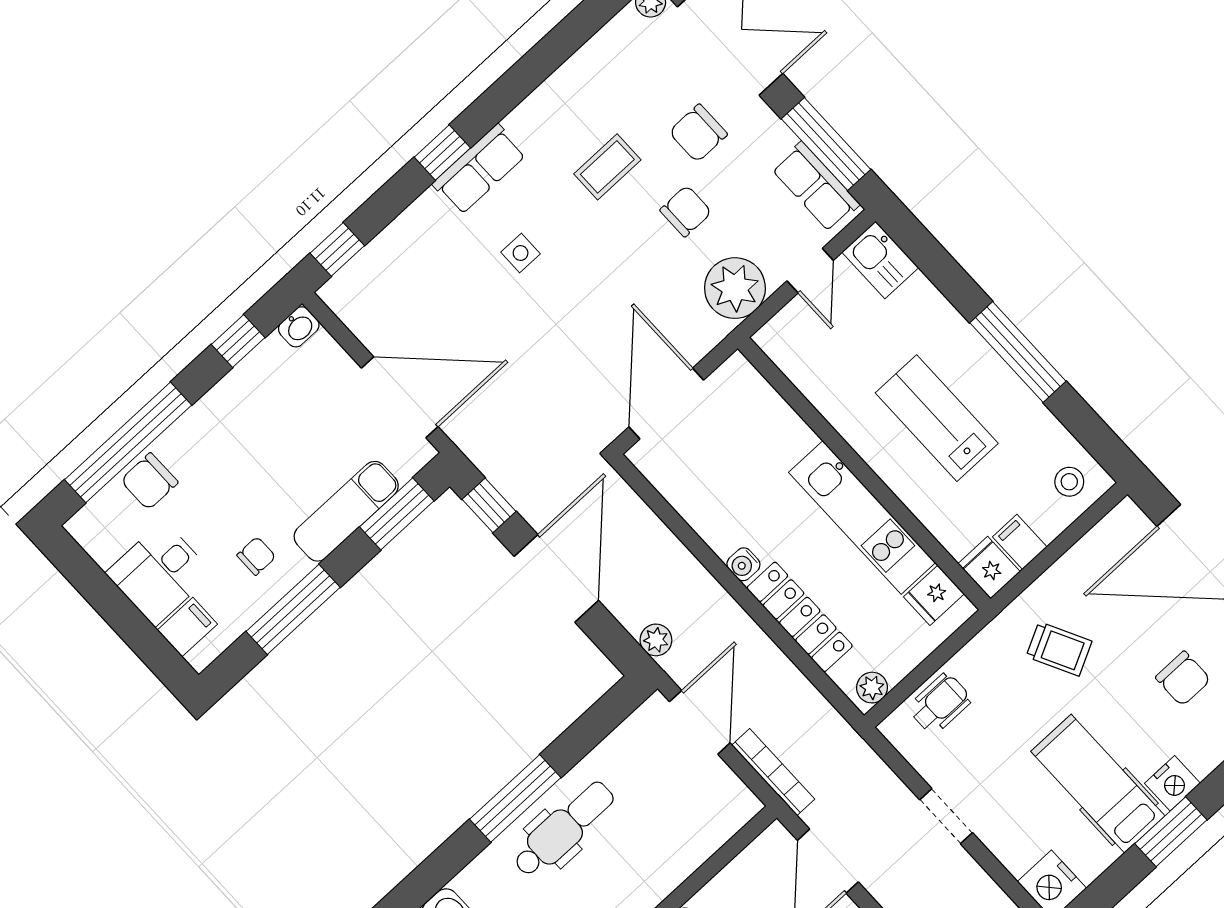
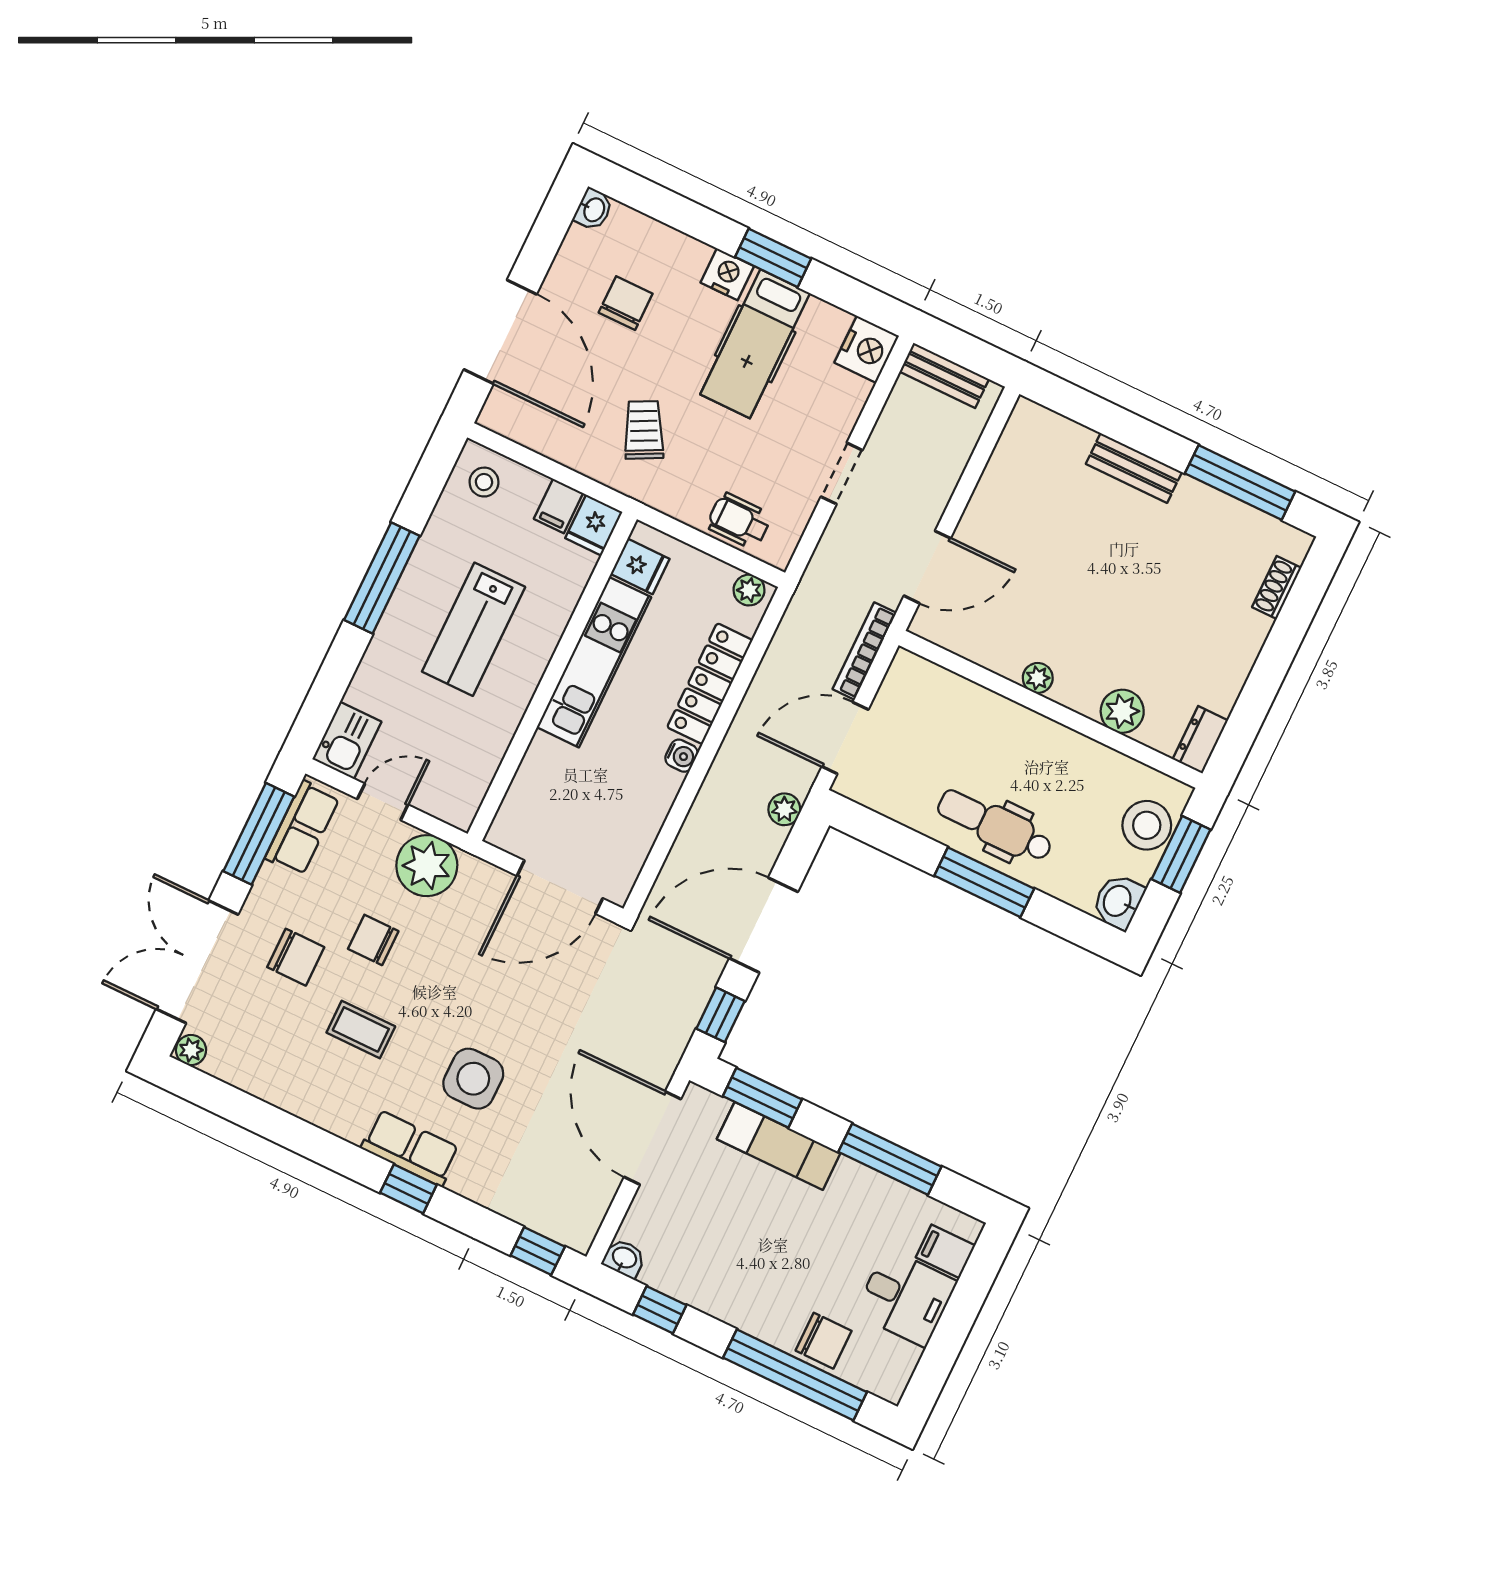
side table: (521, 253) -> (473, 1079), width x1.87, depth x1.87
chair: (256, 556) -> (854, 1213), removed

